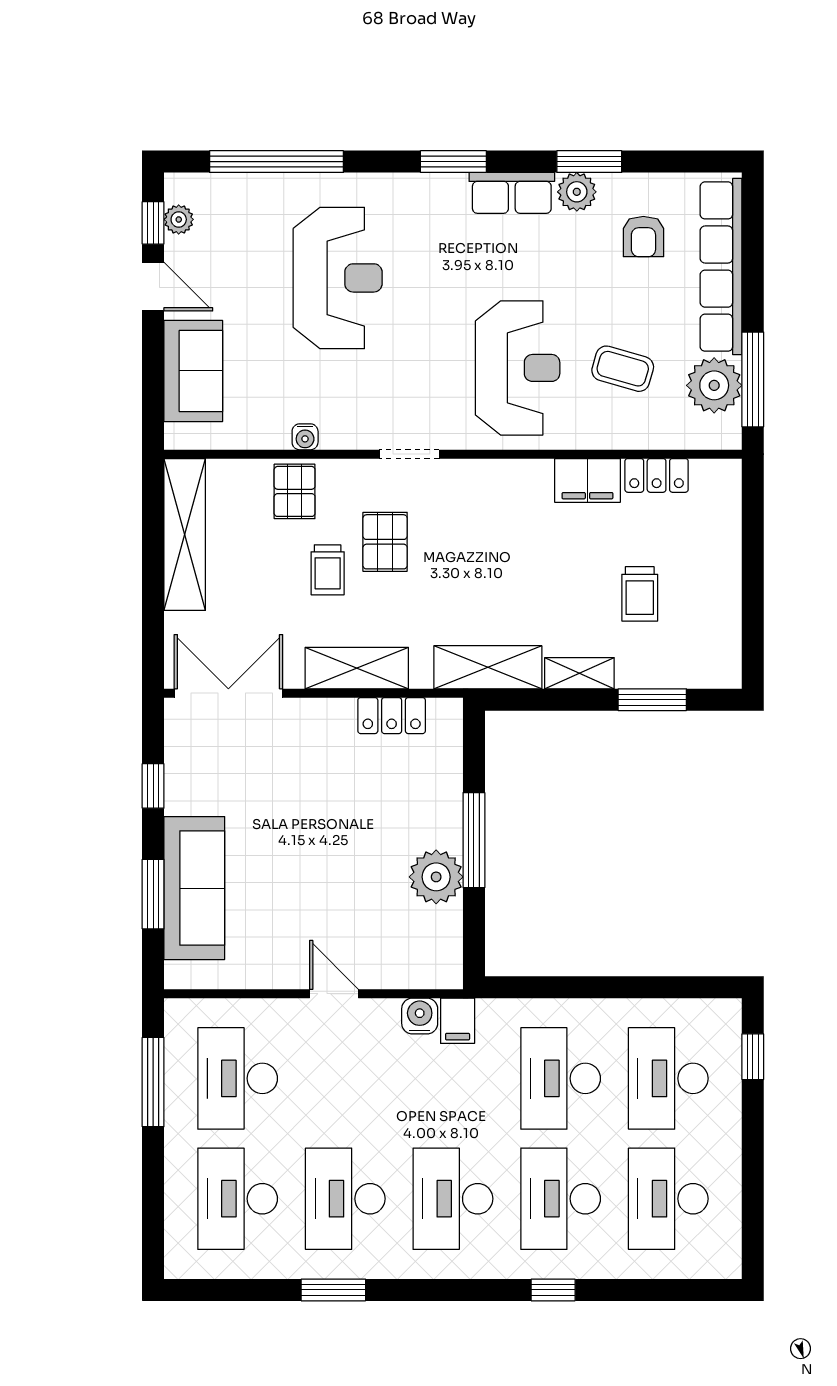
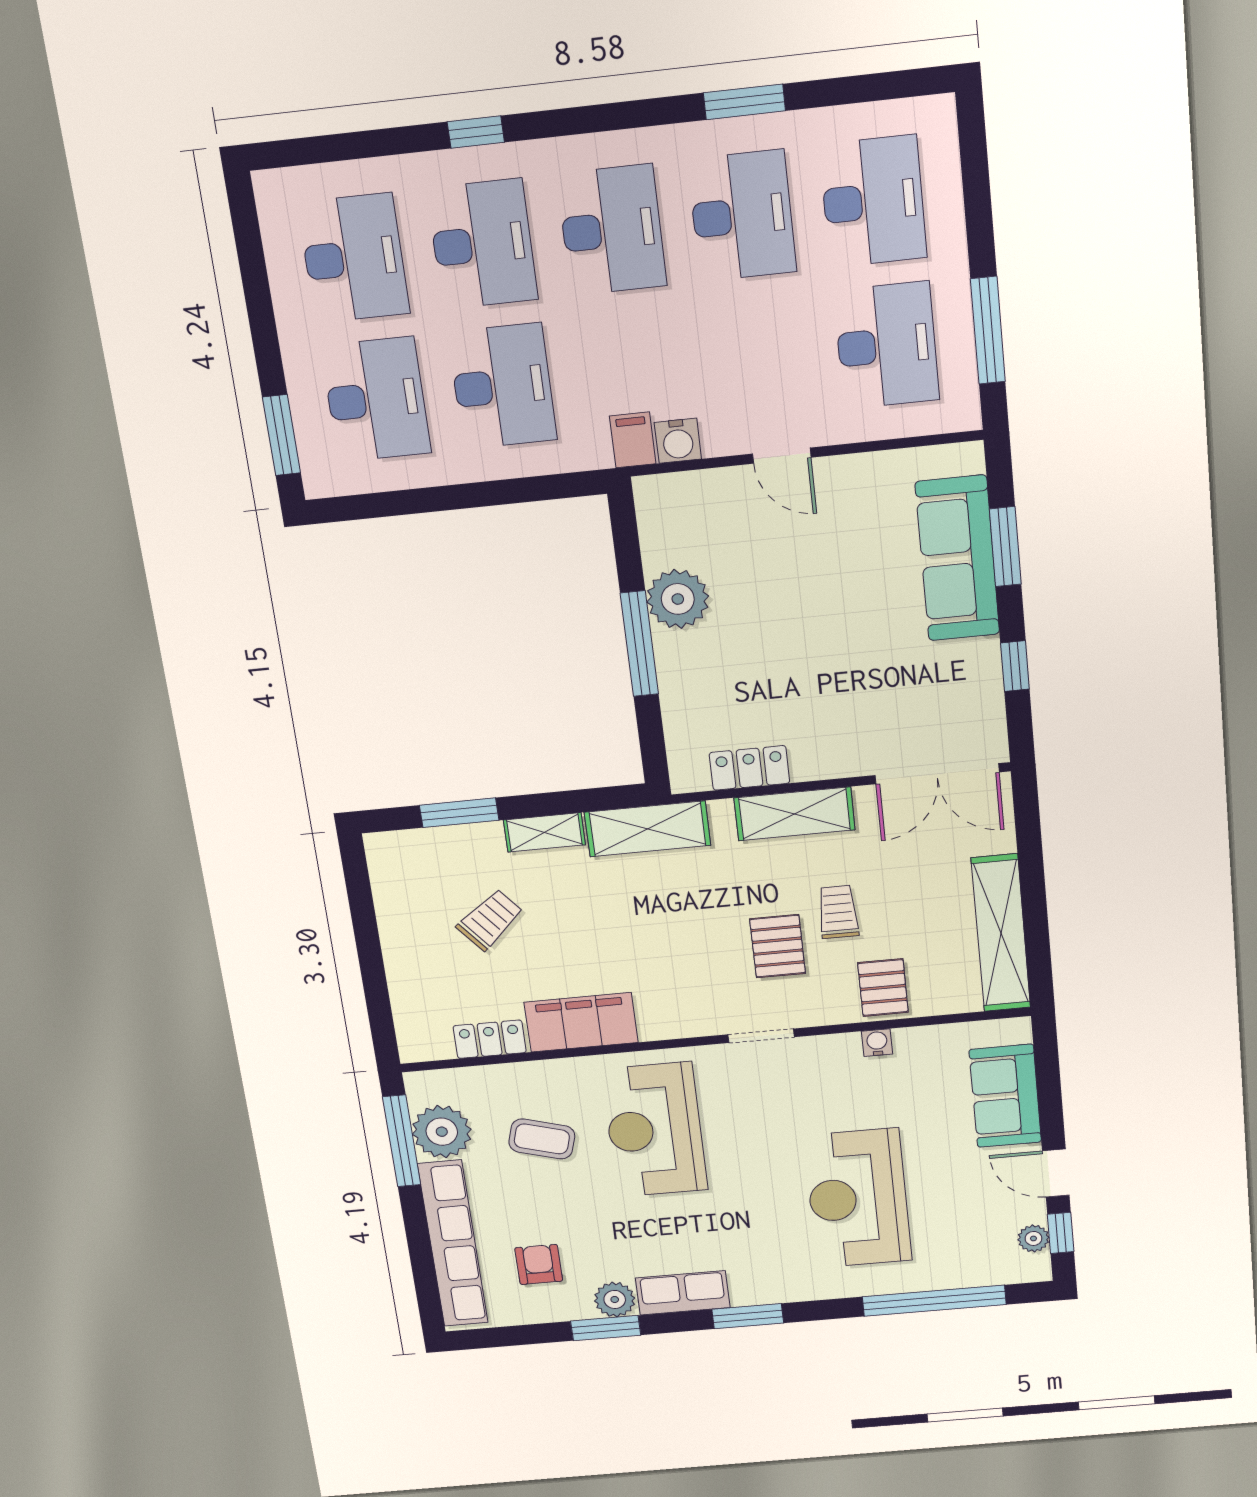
filing cabinet: (587, 480) -> (581, 1022), width x1.50, depth x1.17
trolley: (640, 594) -> (490, 920), turned 50
window: (753, 1057) -> (282, 435), width x1.50

